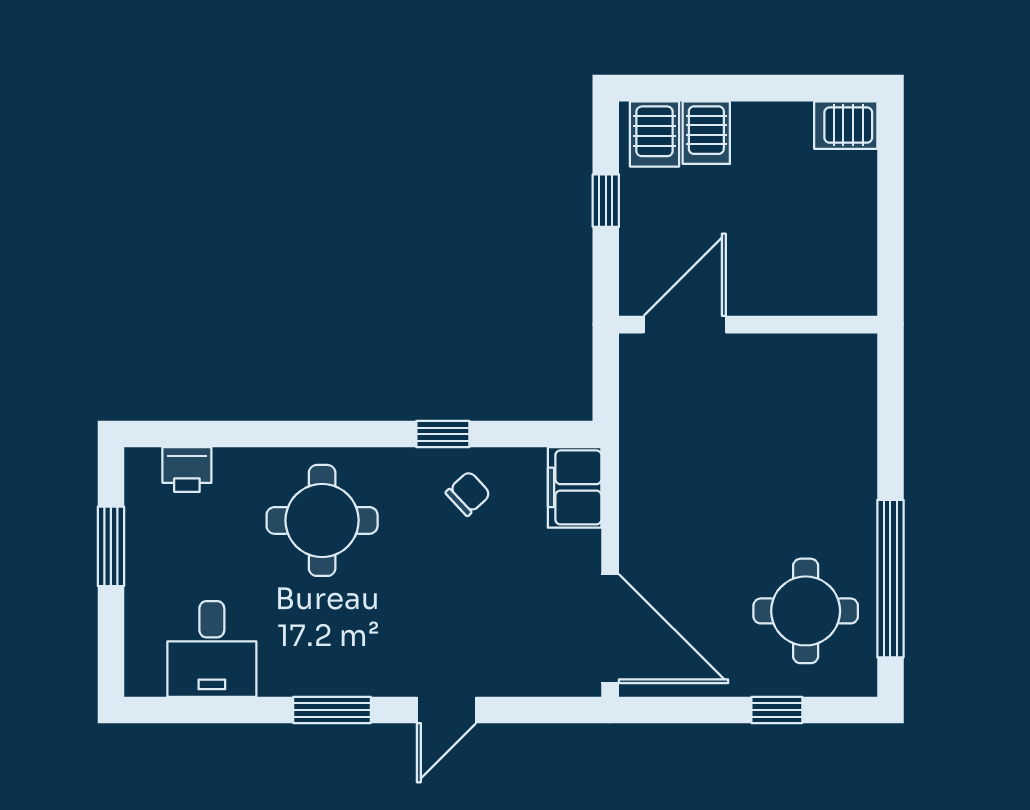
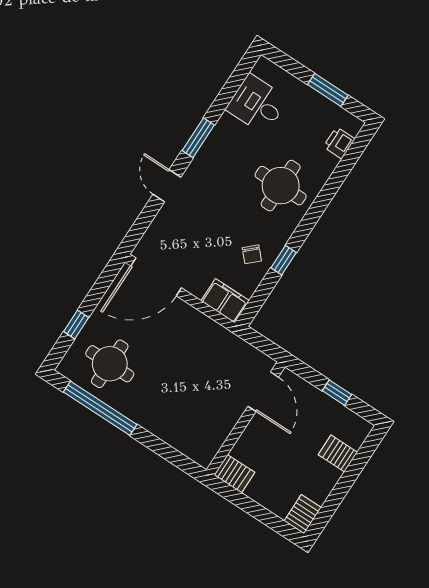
server rack: (655, 134) -> (234, 474), moved, turned 180

